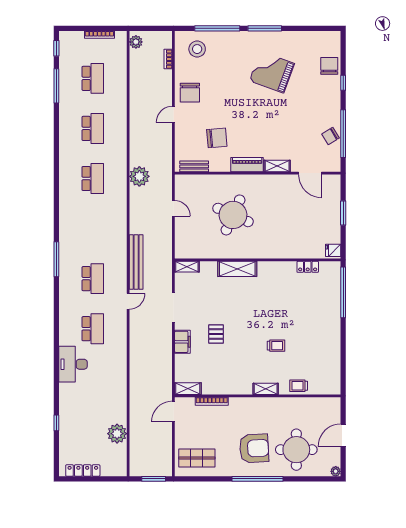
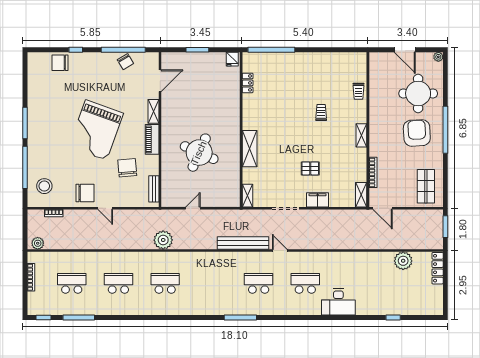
grand piano: (272, 72) -> (96, 130), moved, width x1.37, depth x1.48
shelving: (266, 389) -> (361, 135), moved
locker: (83, 470) -> (438, 268), moved

